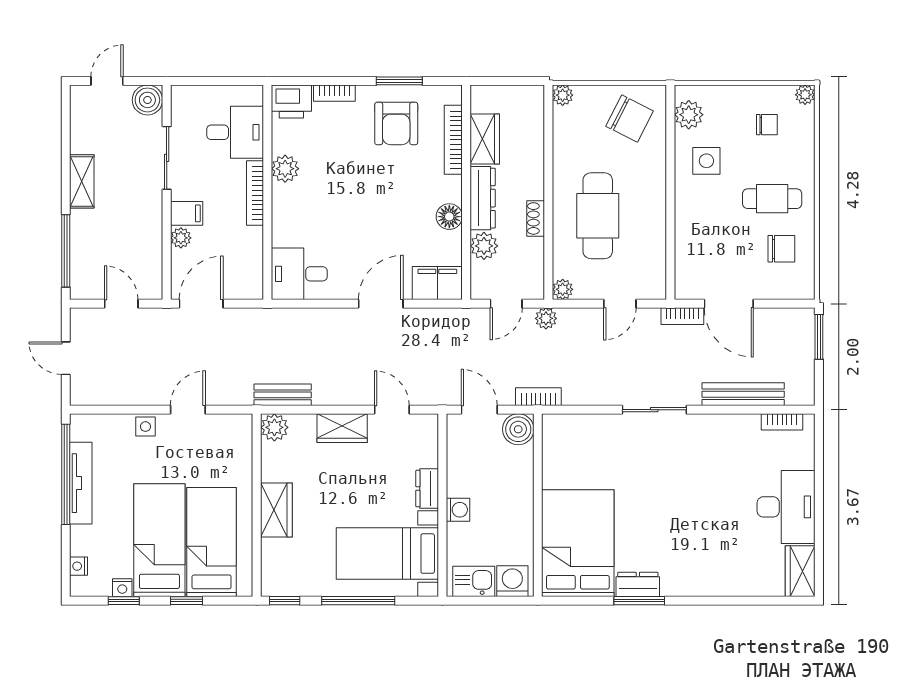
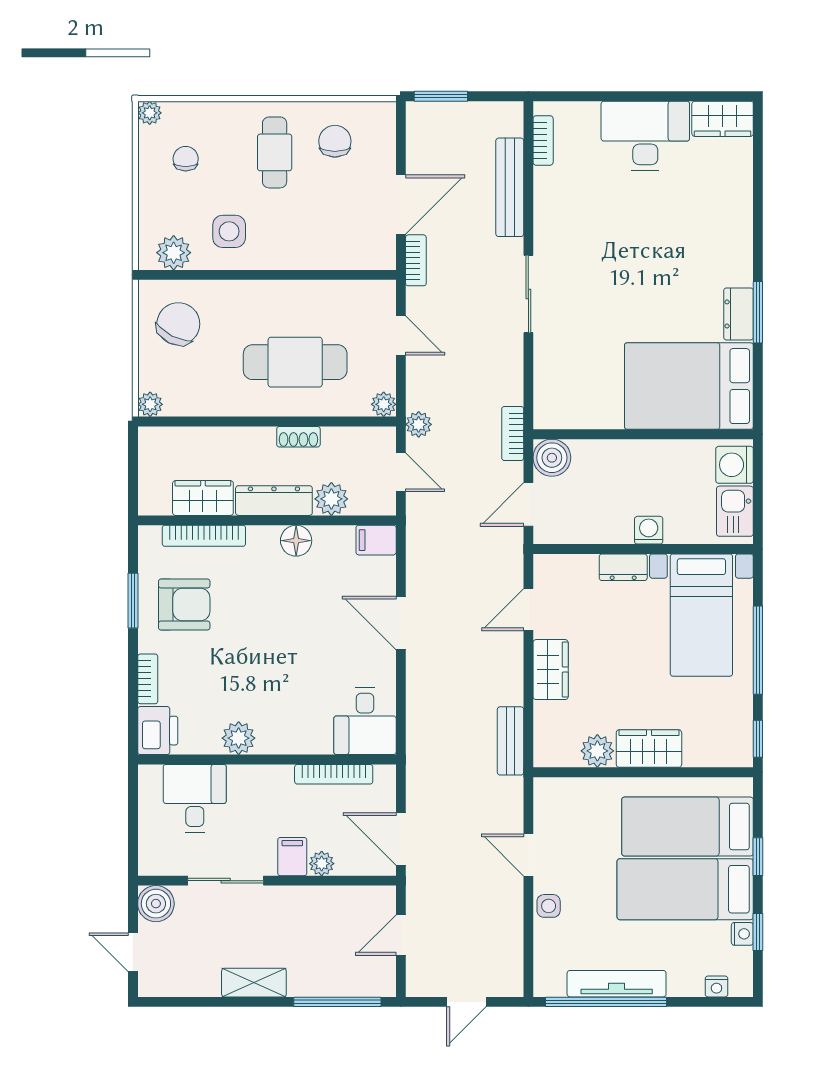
bookcase: (255, 193) -> (334, 774), moved
filing cabinet: (437, 283) -> (376, 540), width x0.50
plant: (274, 427) -> (597, 751), moved

